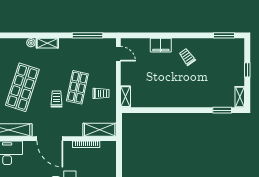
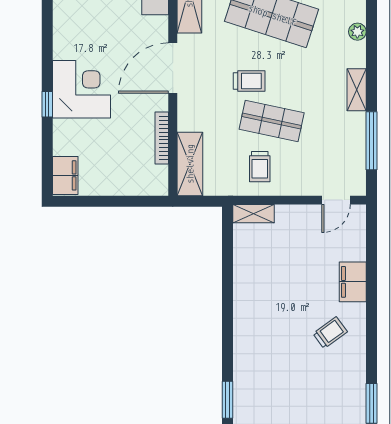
shelving: (47, 43) -> (357, 90), moved

